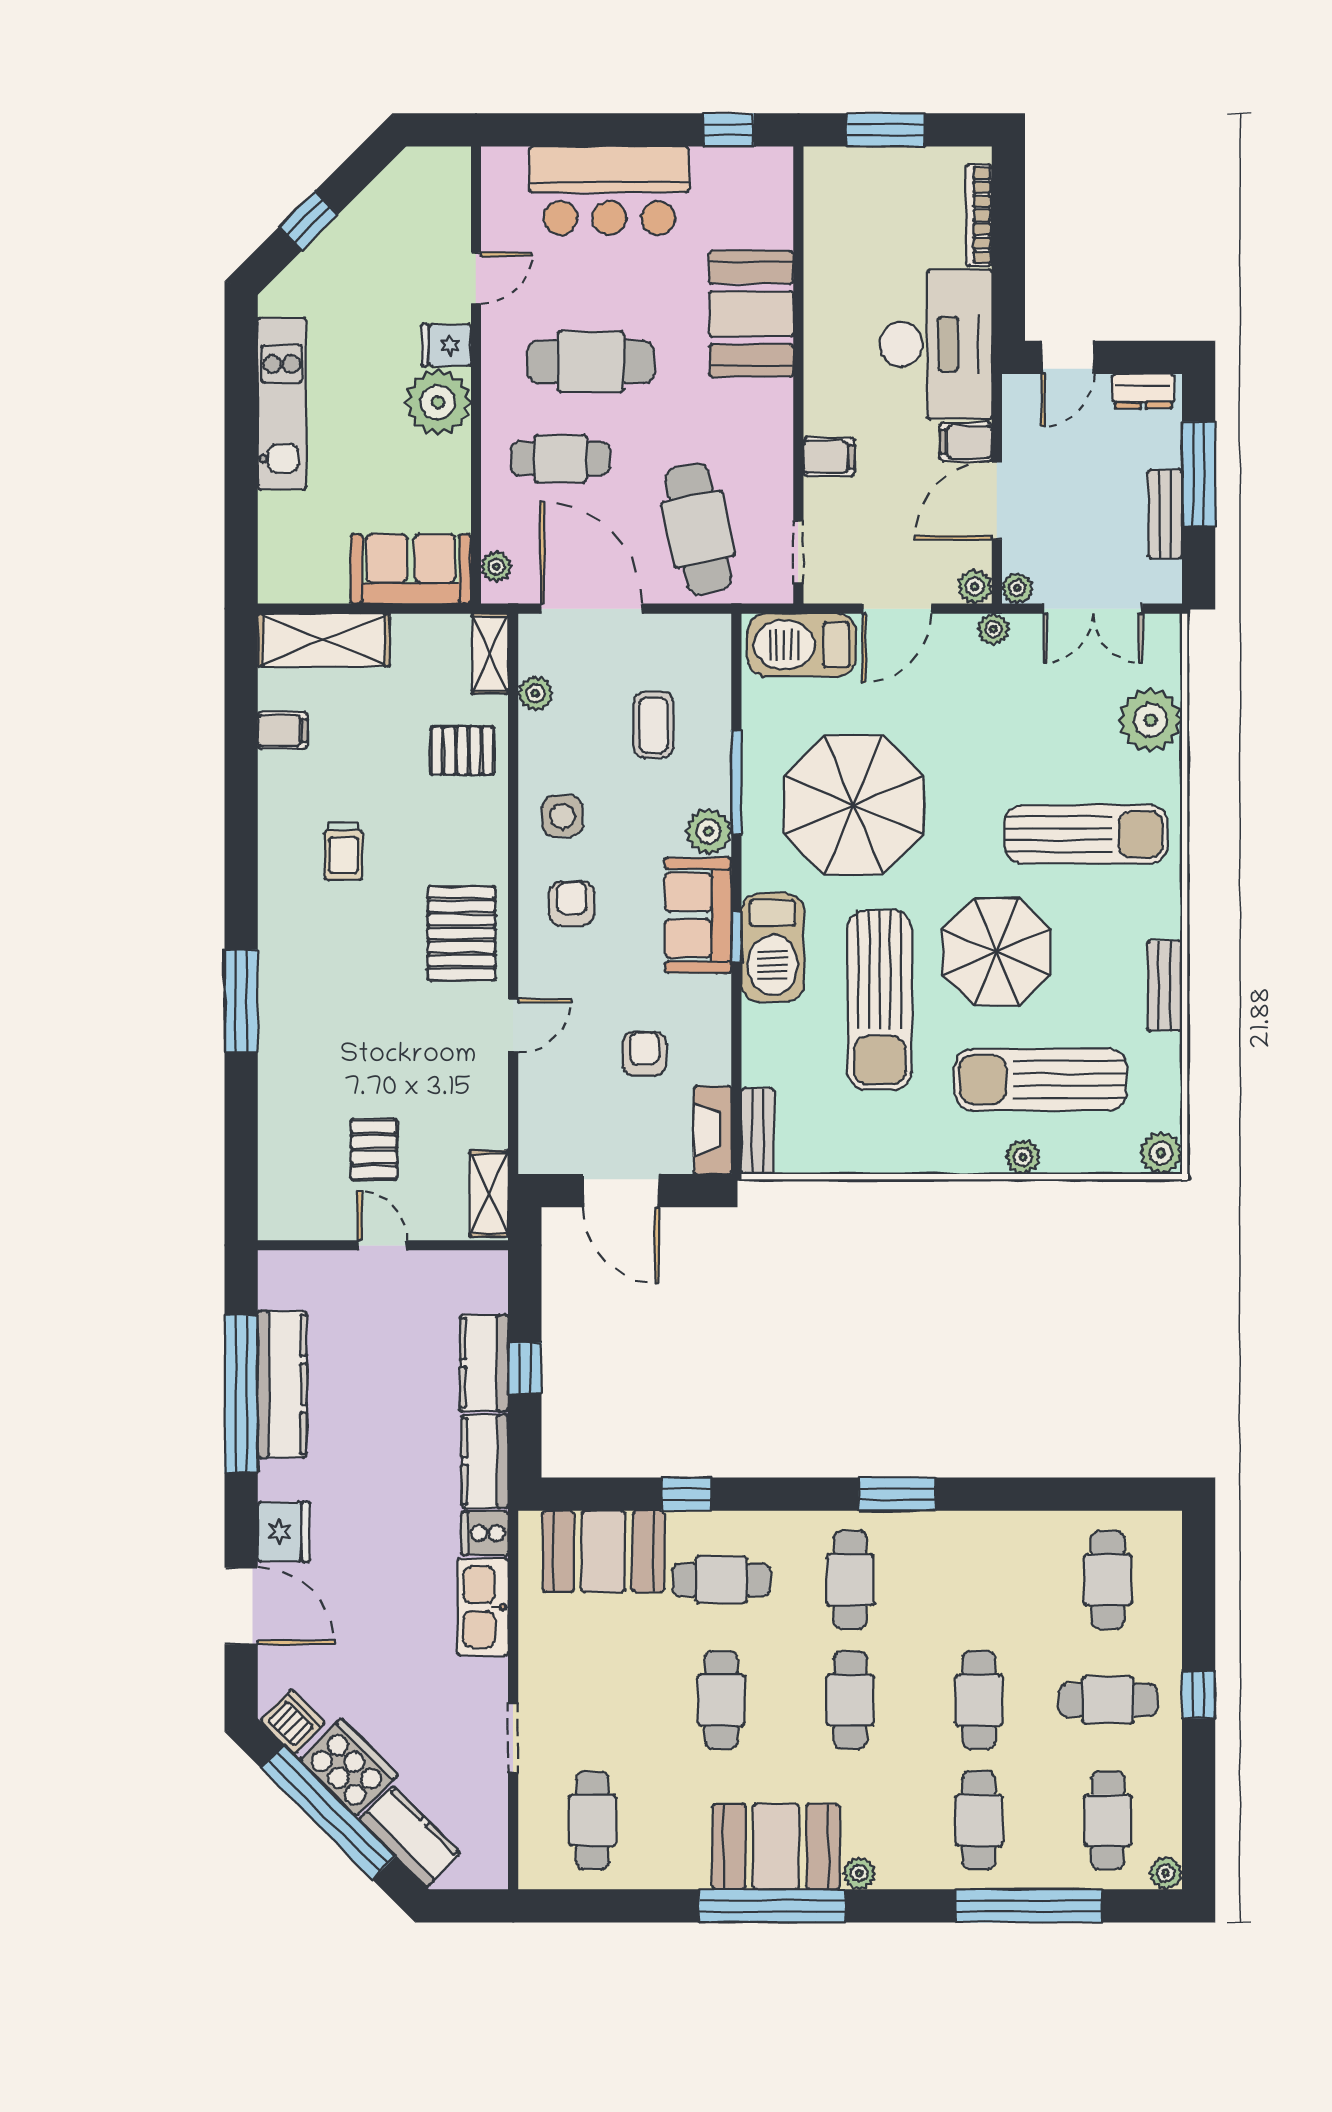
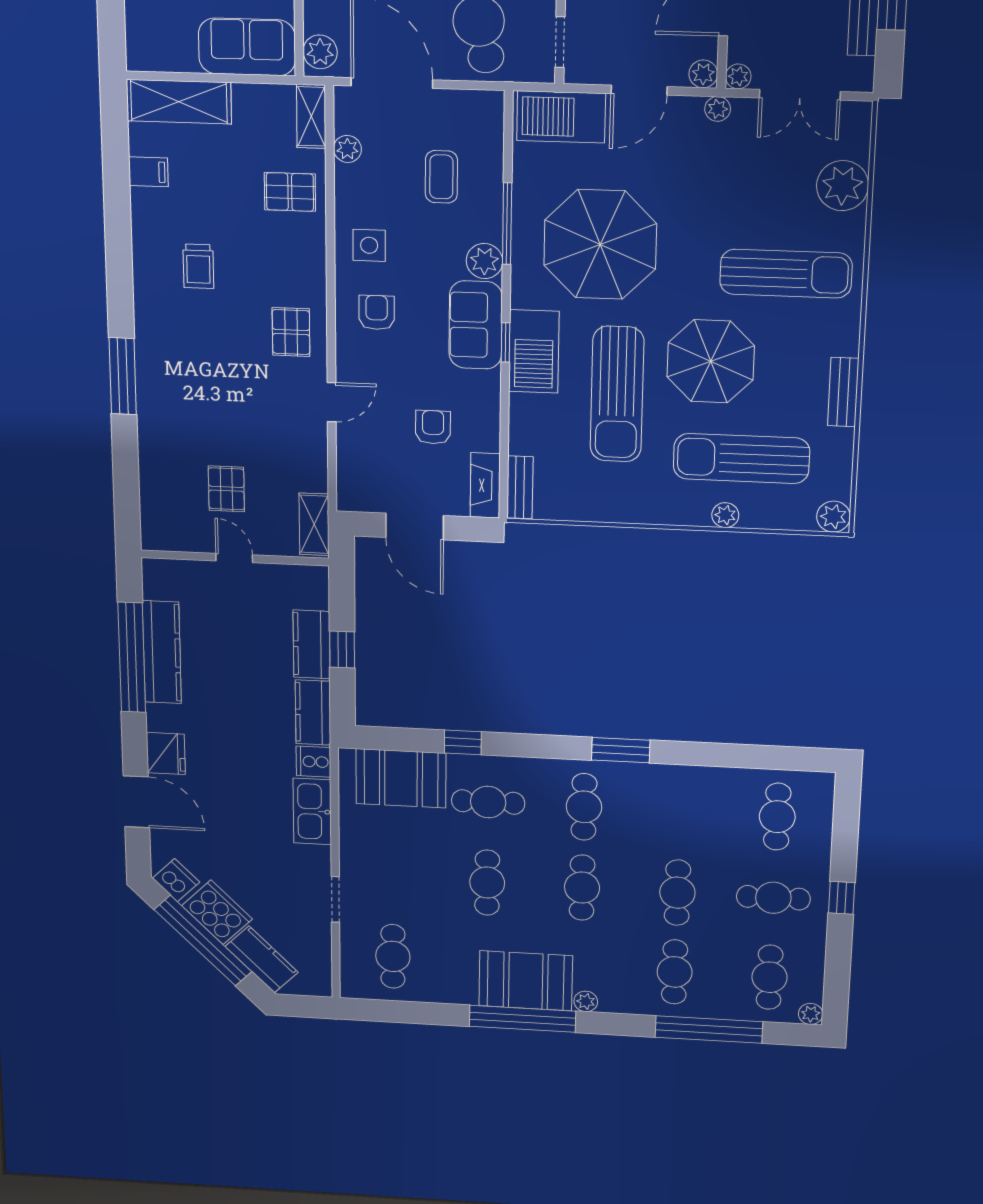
plant: (496, 567) -> (320, 52), width x1.38, depth x1.38
pallet: (462, 934) -> (291, 332), width x0.67, depth x0.71

